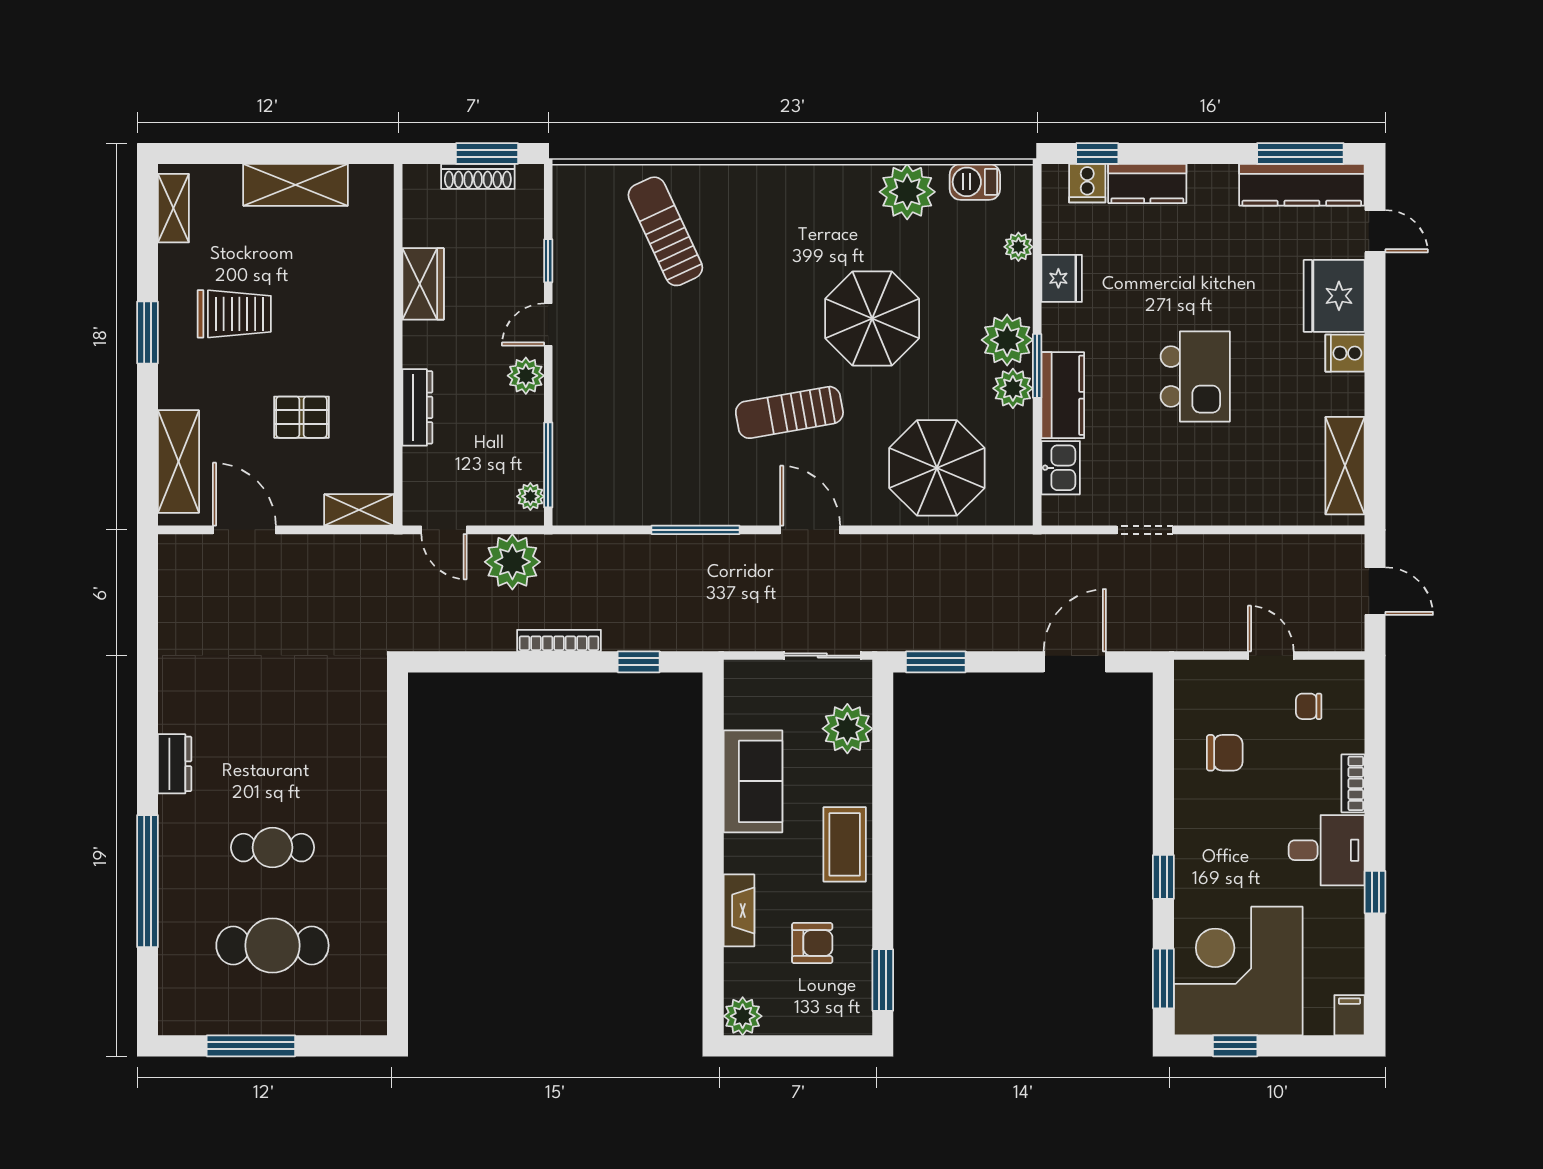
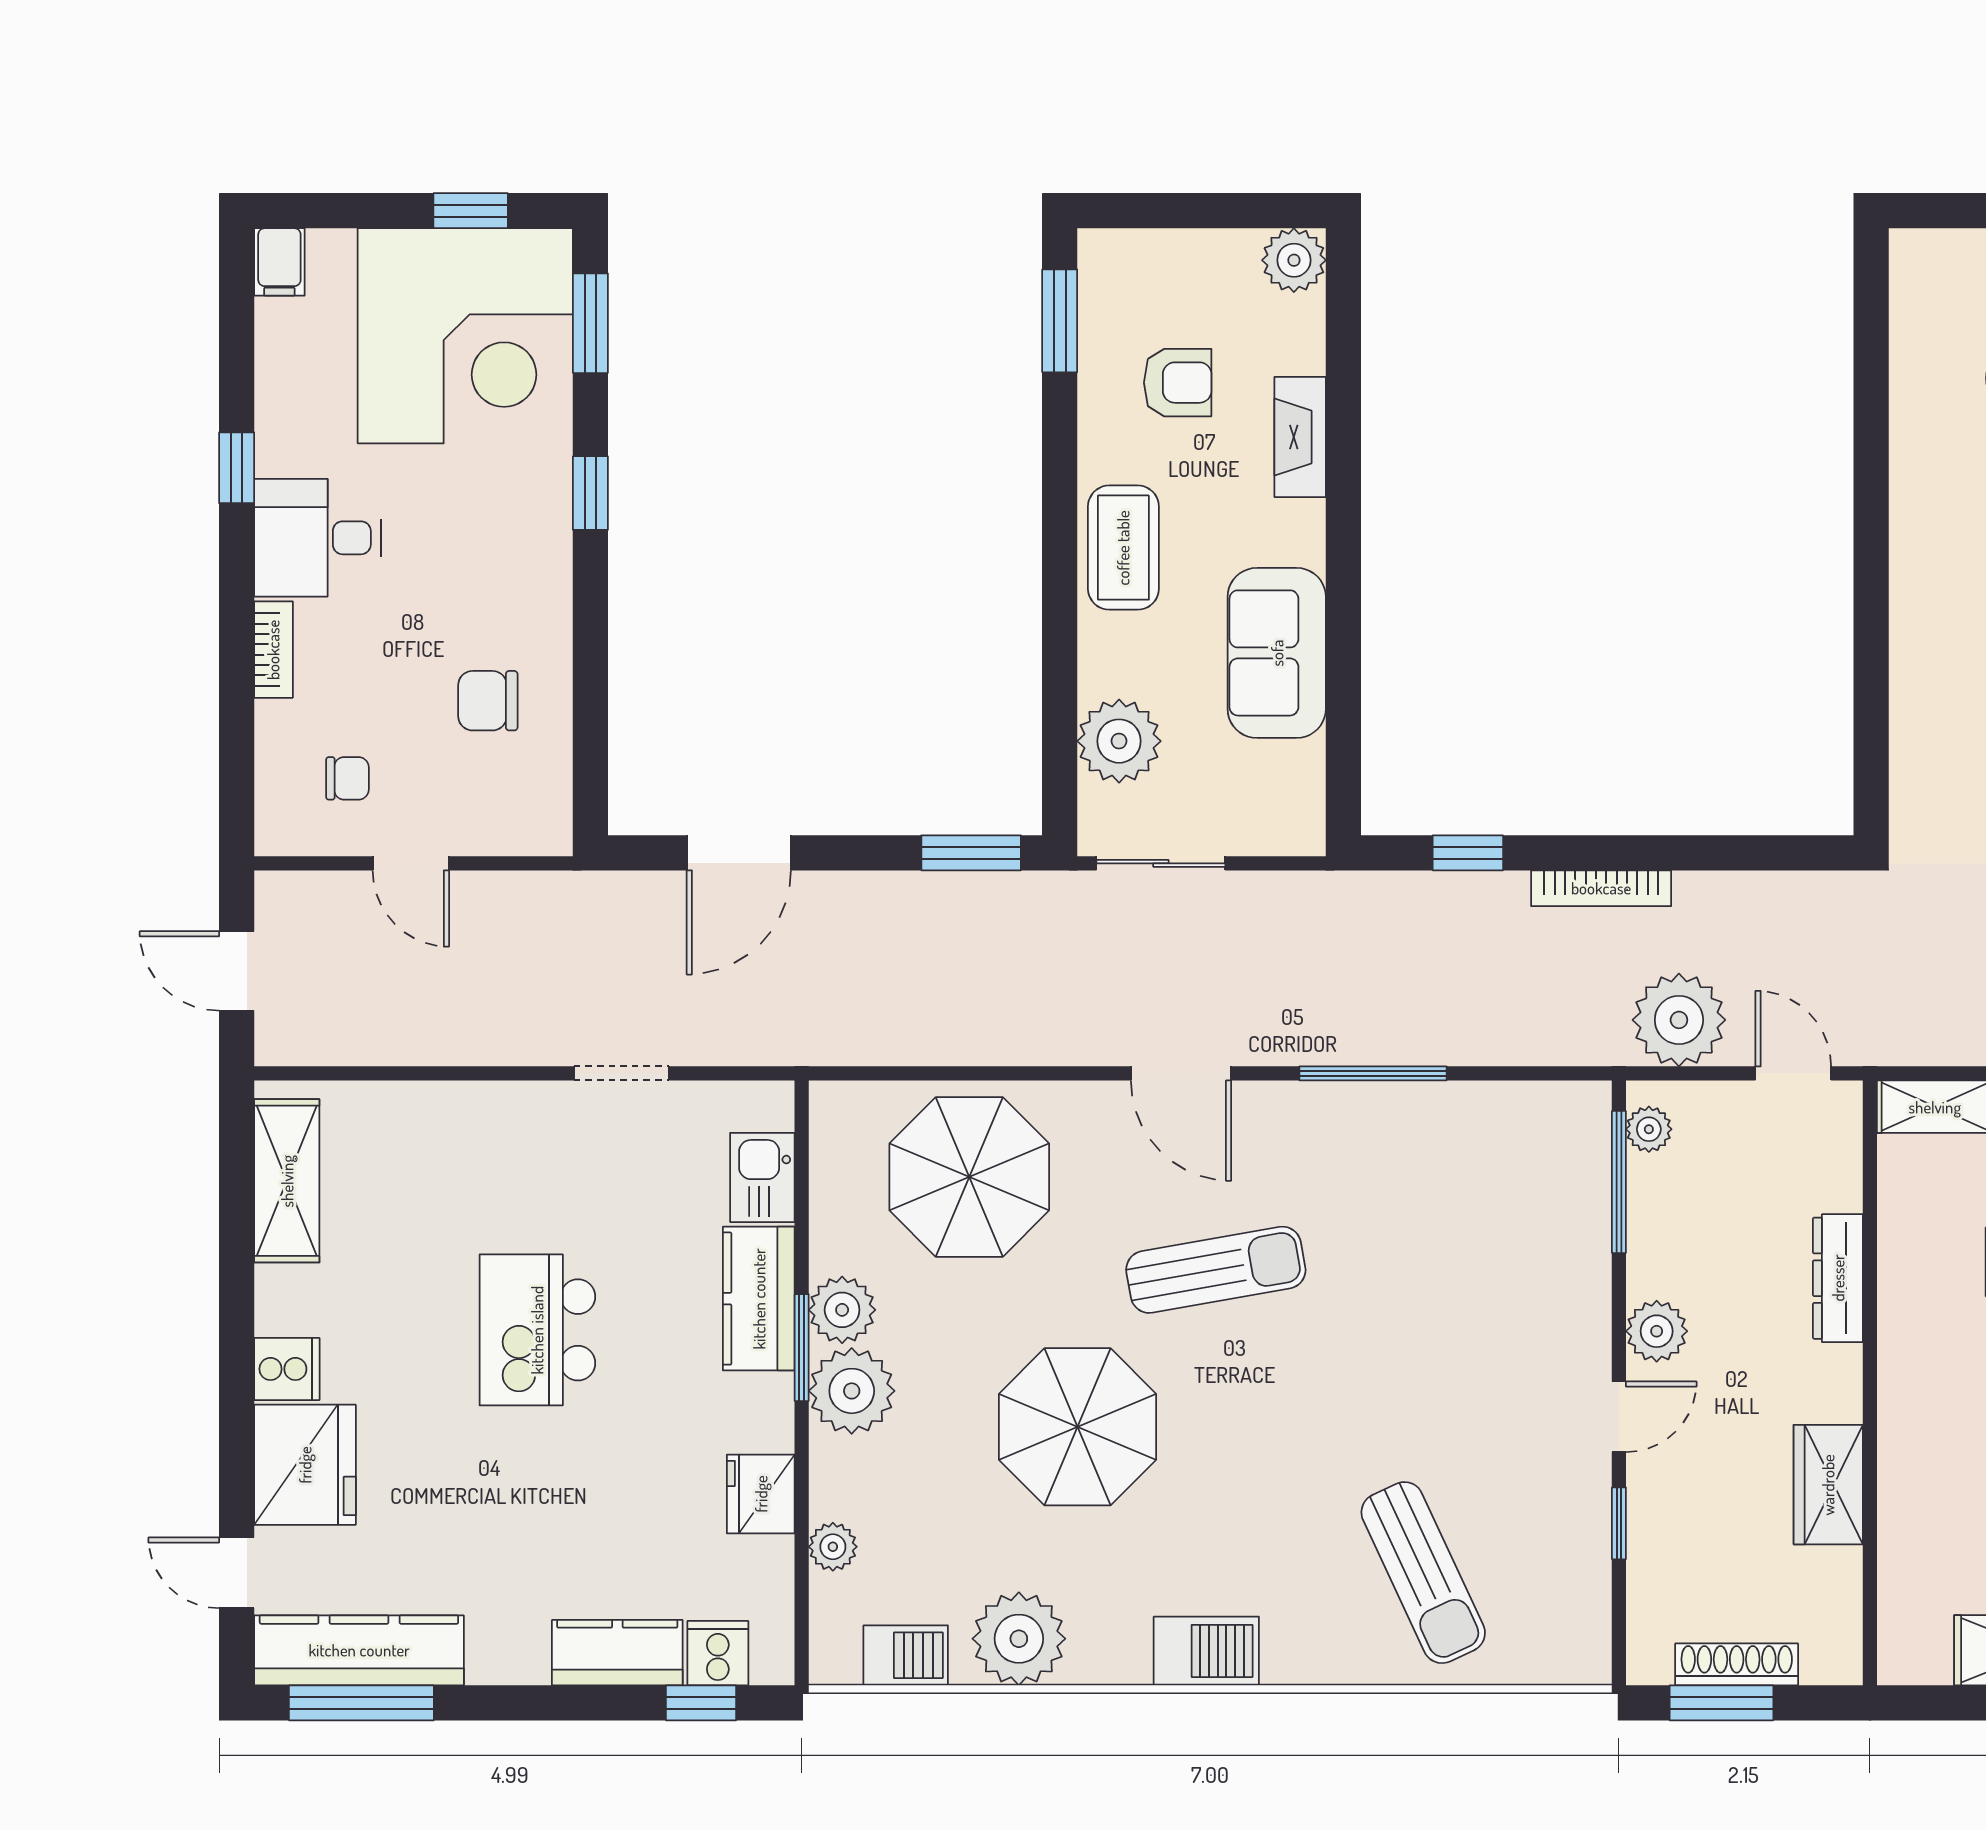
barbecue: (795, 184) -> (1206, 1651), added
armchair: (812, 943) -> (1178, 383), turned 180

